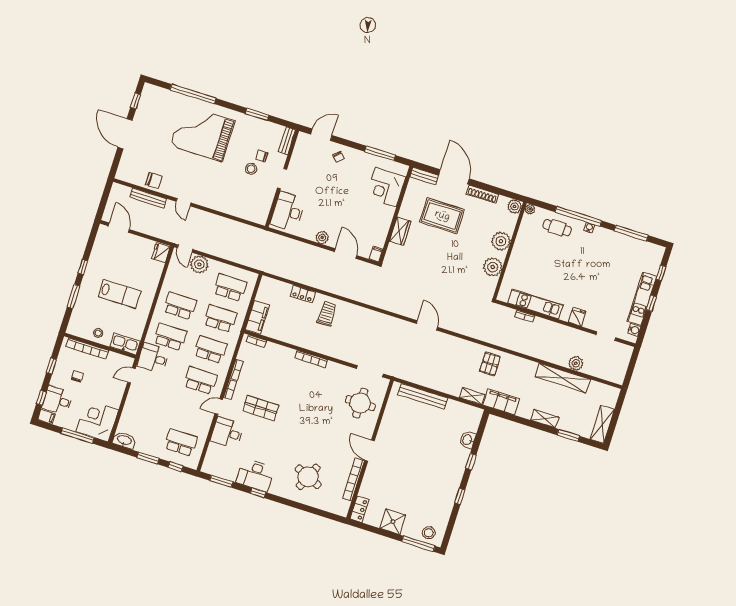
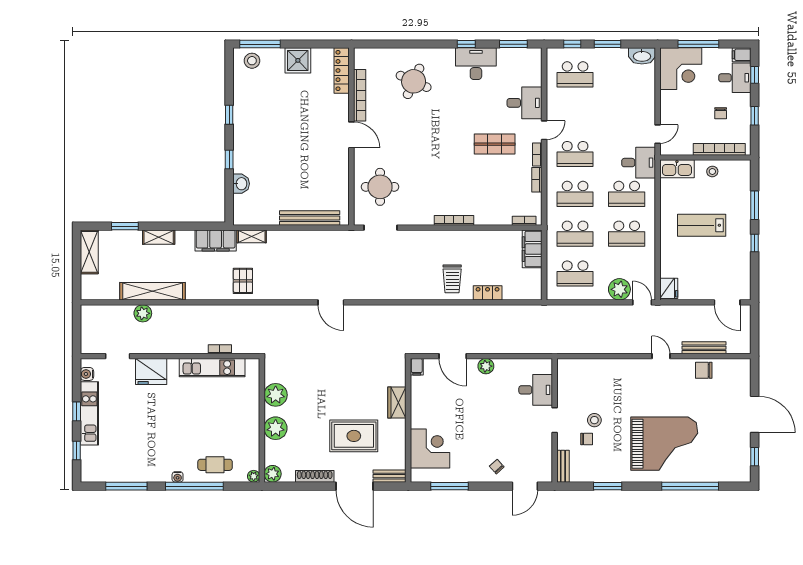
desk: (288, 211) -> (536, 390), width x0.73
fridge: (577, 317) -> (151, 371), width x1.88, depth x1.34
locker: (359, 509) -> (342, 71), width x1.53

